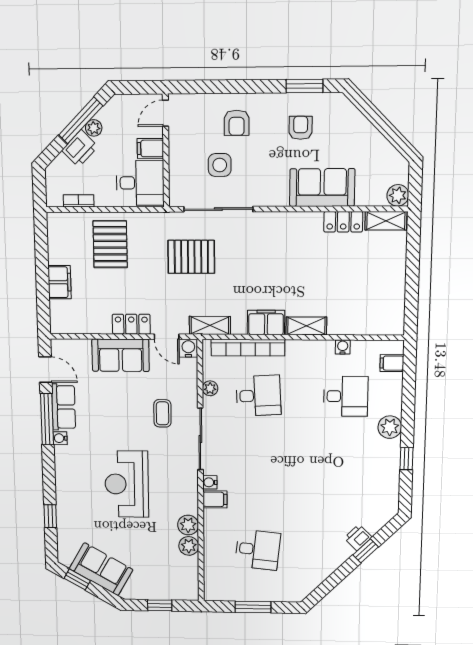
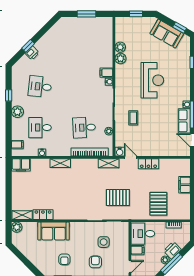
filing cabinet: (266, 322) -> (21, 165), moved
sofa: (121, 355) -> (154, 148), removed
desk: (258, 550) -> (40, 87), moved

